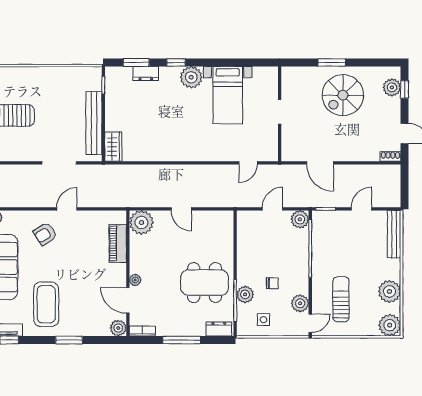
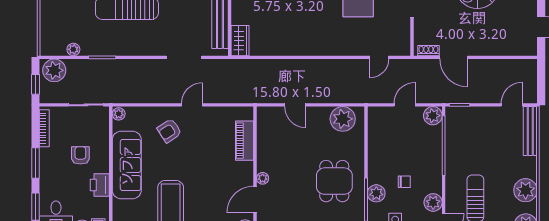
shoe rack: (390, 156) -> (428, 51), moved
door: (181, 209) -> (295, 105), moved
door: (362, 209) -> (512, 105), moved
plant: (141, 222) -> (343, 119), moved
dining table: (205, 283) -> (334, 181), width x0.73
door: (128, 300) -> (255, 199), hinge flipped

